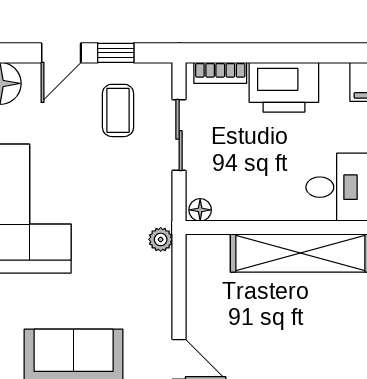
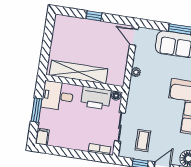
printer: (284, 87) -> (96, 98), moved, turned 180
plant: (161, 239) -> (136, 72), moved

